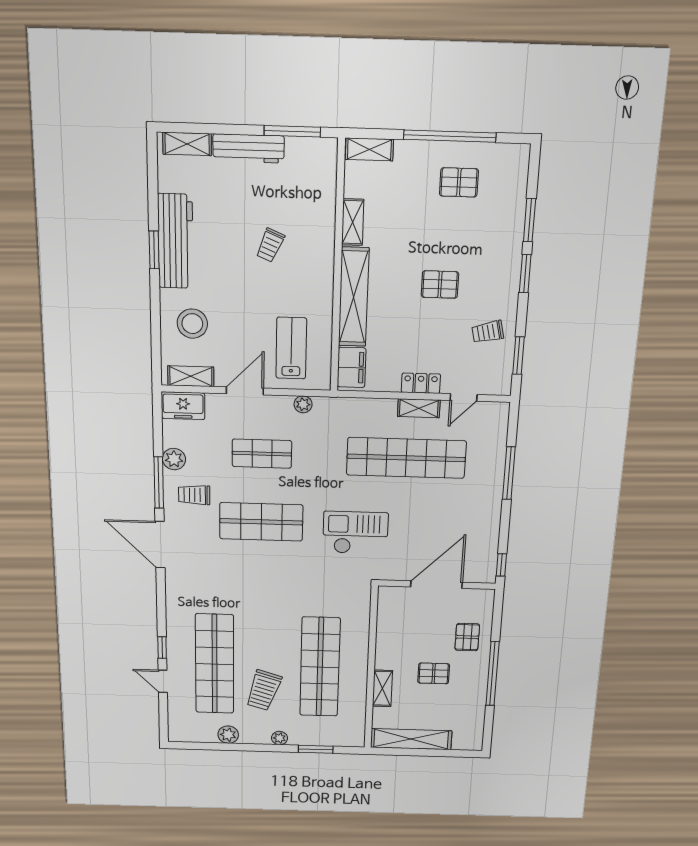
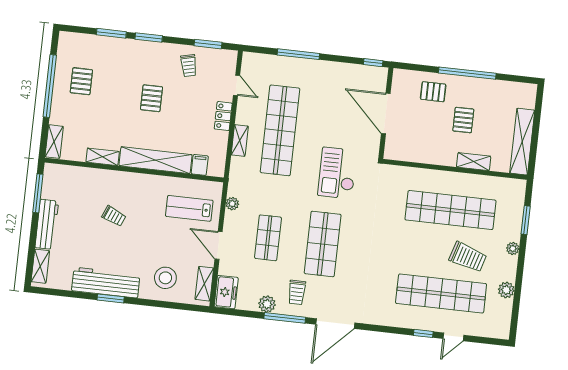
filing cabinet: (352, 367) -> (200, 165), width x0.50
shelving: (419, 408) -> (240, 140), moved

